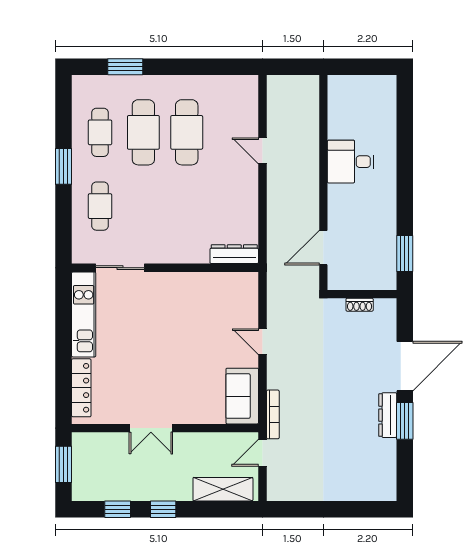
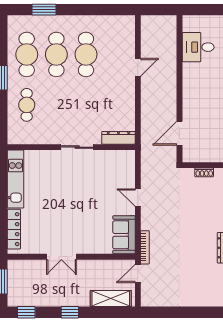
cafe table: (100, 132) -> (27, 54), width x1.37, depth x1.35
door: (263, 151) -> (138, 67), swing flipped
desk: (351, 162) -> (198, 47), moved
sliding door: (120, 268) -> (77, 147), moved
window: (118, 509) -> (26, 312), moved

